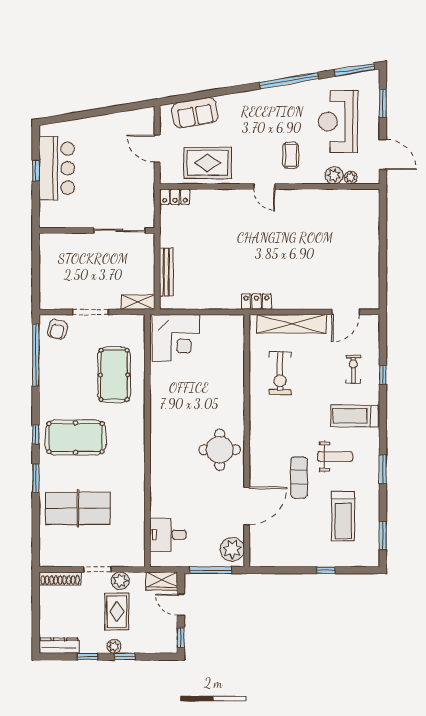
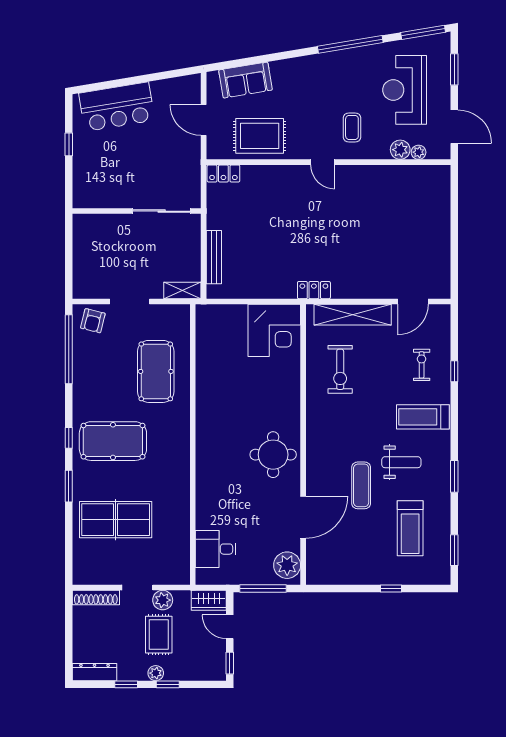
bar counter: (57, 168) -> (117, 107), moved, turned 81
corner desk: (176, 338) -> (274, 330), moved

